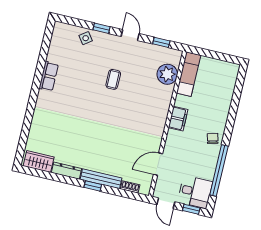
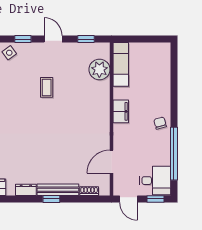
dresser: (66, 171) -> (26, 190), width x0.70

